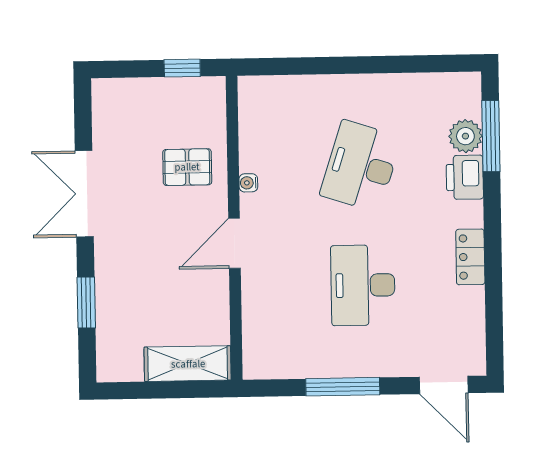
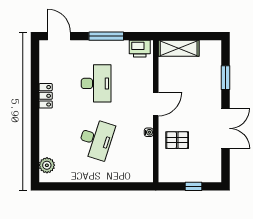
window: (182, 68) -> (193, 186), moved
plant: (465, 136) -> (47, 165), moved
window: (491, 136) -> (35, 152), removed
printer: (465, 177) -> (140, 49), moved, turned 90

